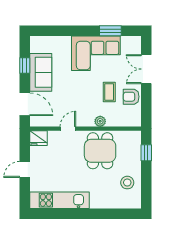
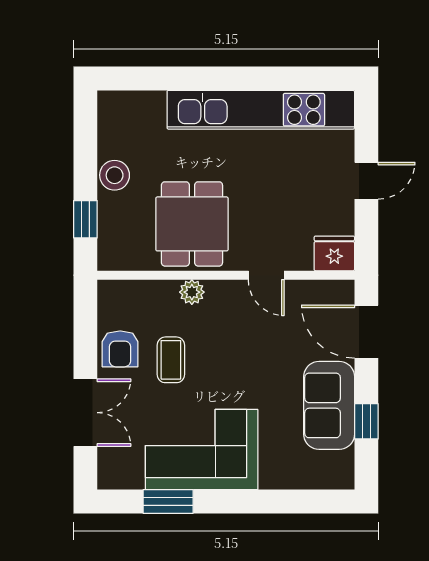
armchair: (131, 97) -> (120, 349), turned 90
door: (68, 129) -> (266, 275), hinge flipped
stool: (127, 183) -> (115, 175), moved
kitchen unit: (60, 200) -> (261, 110), width x1.36

